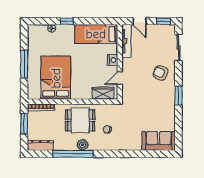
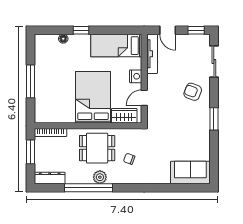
bed: (56, 78) -> (93, 97), moved

